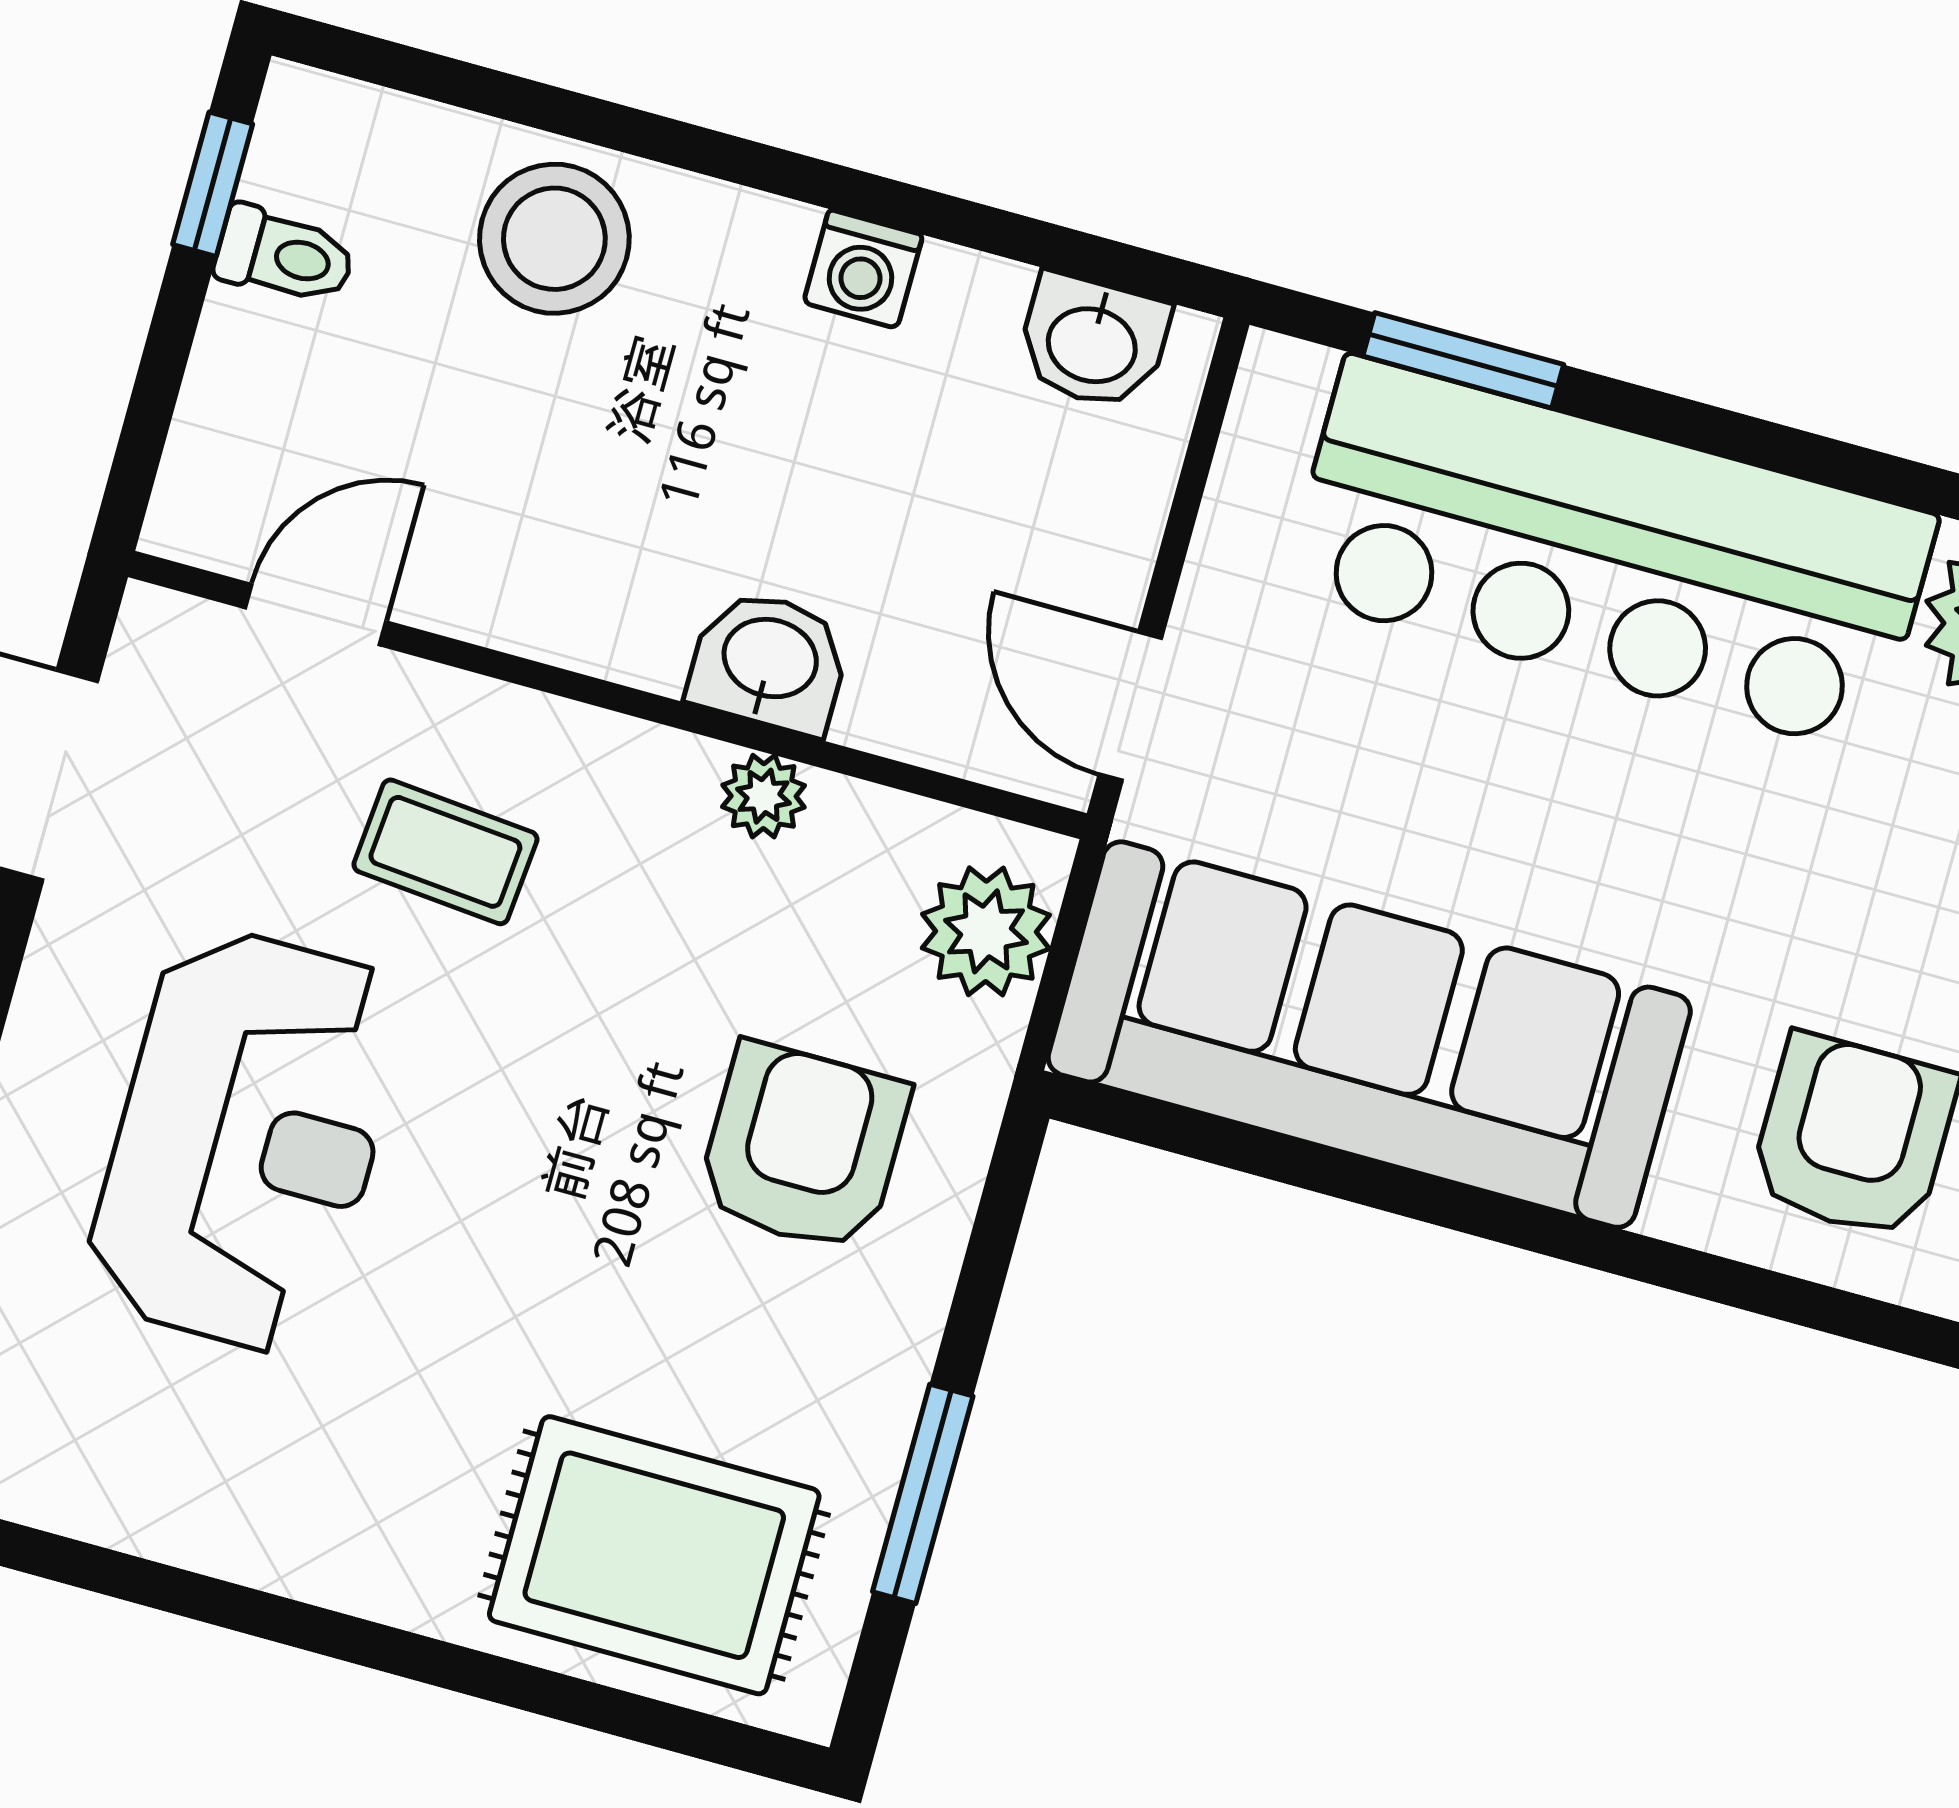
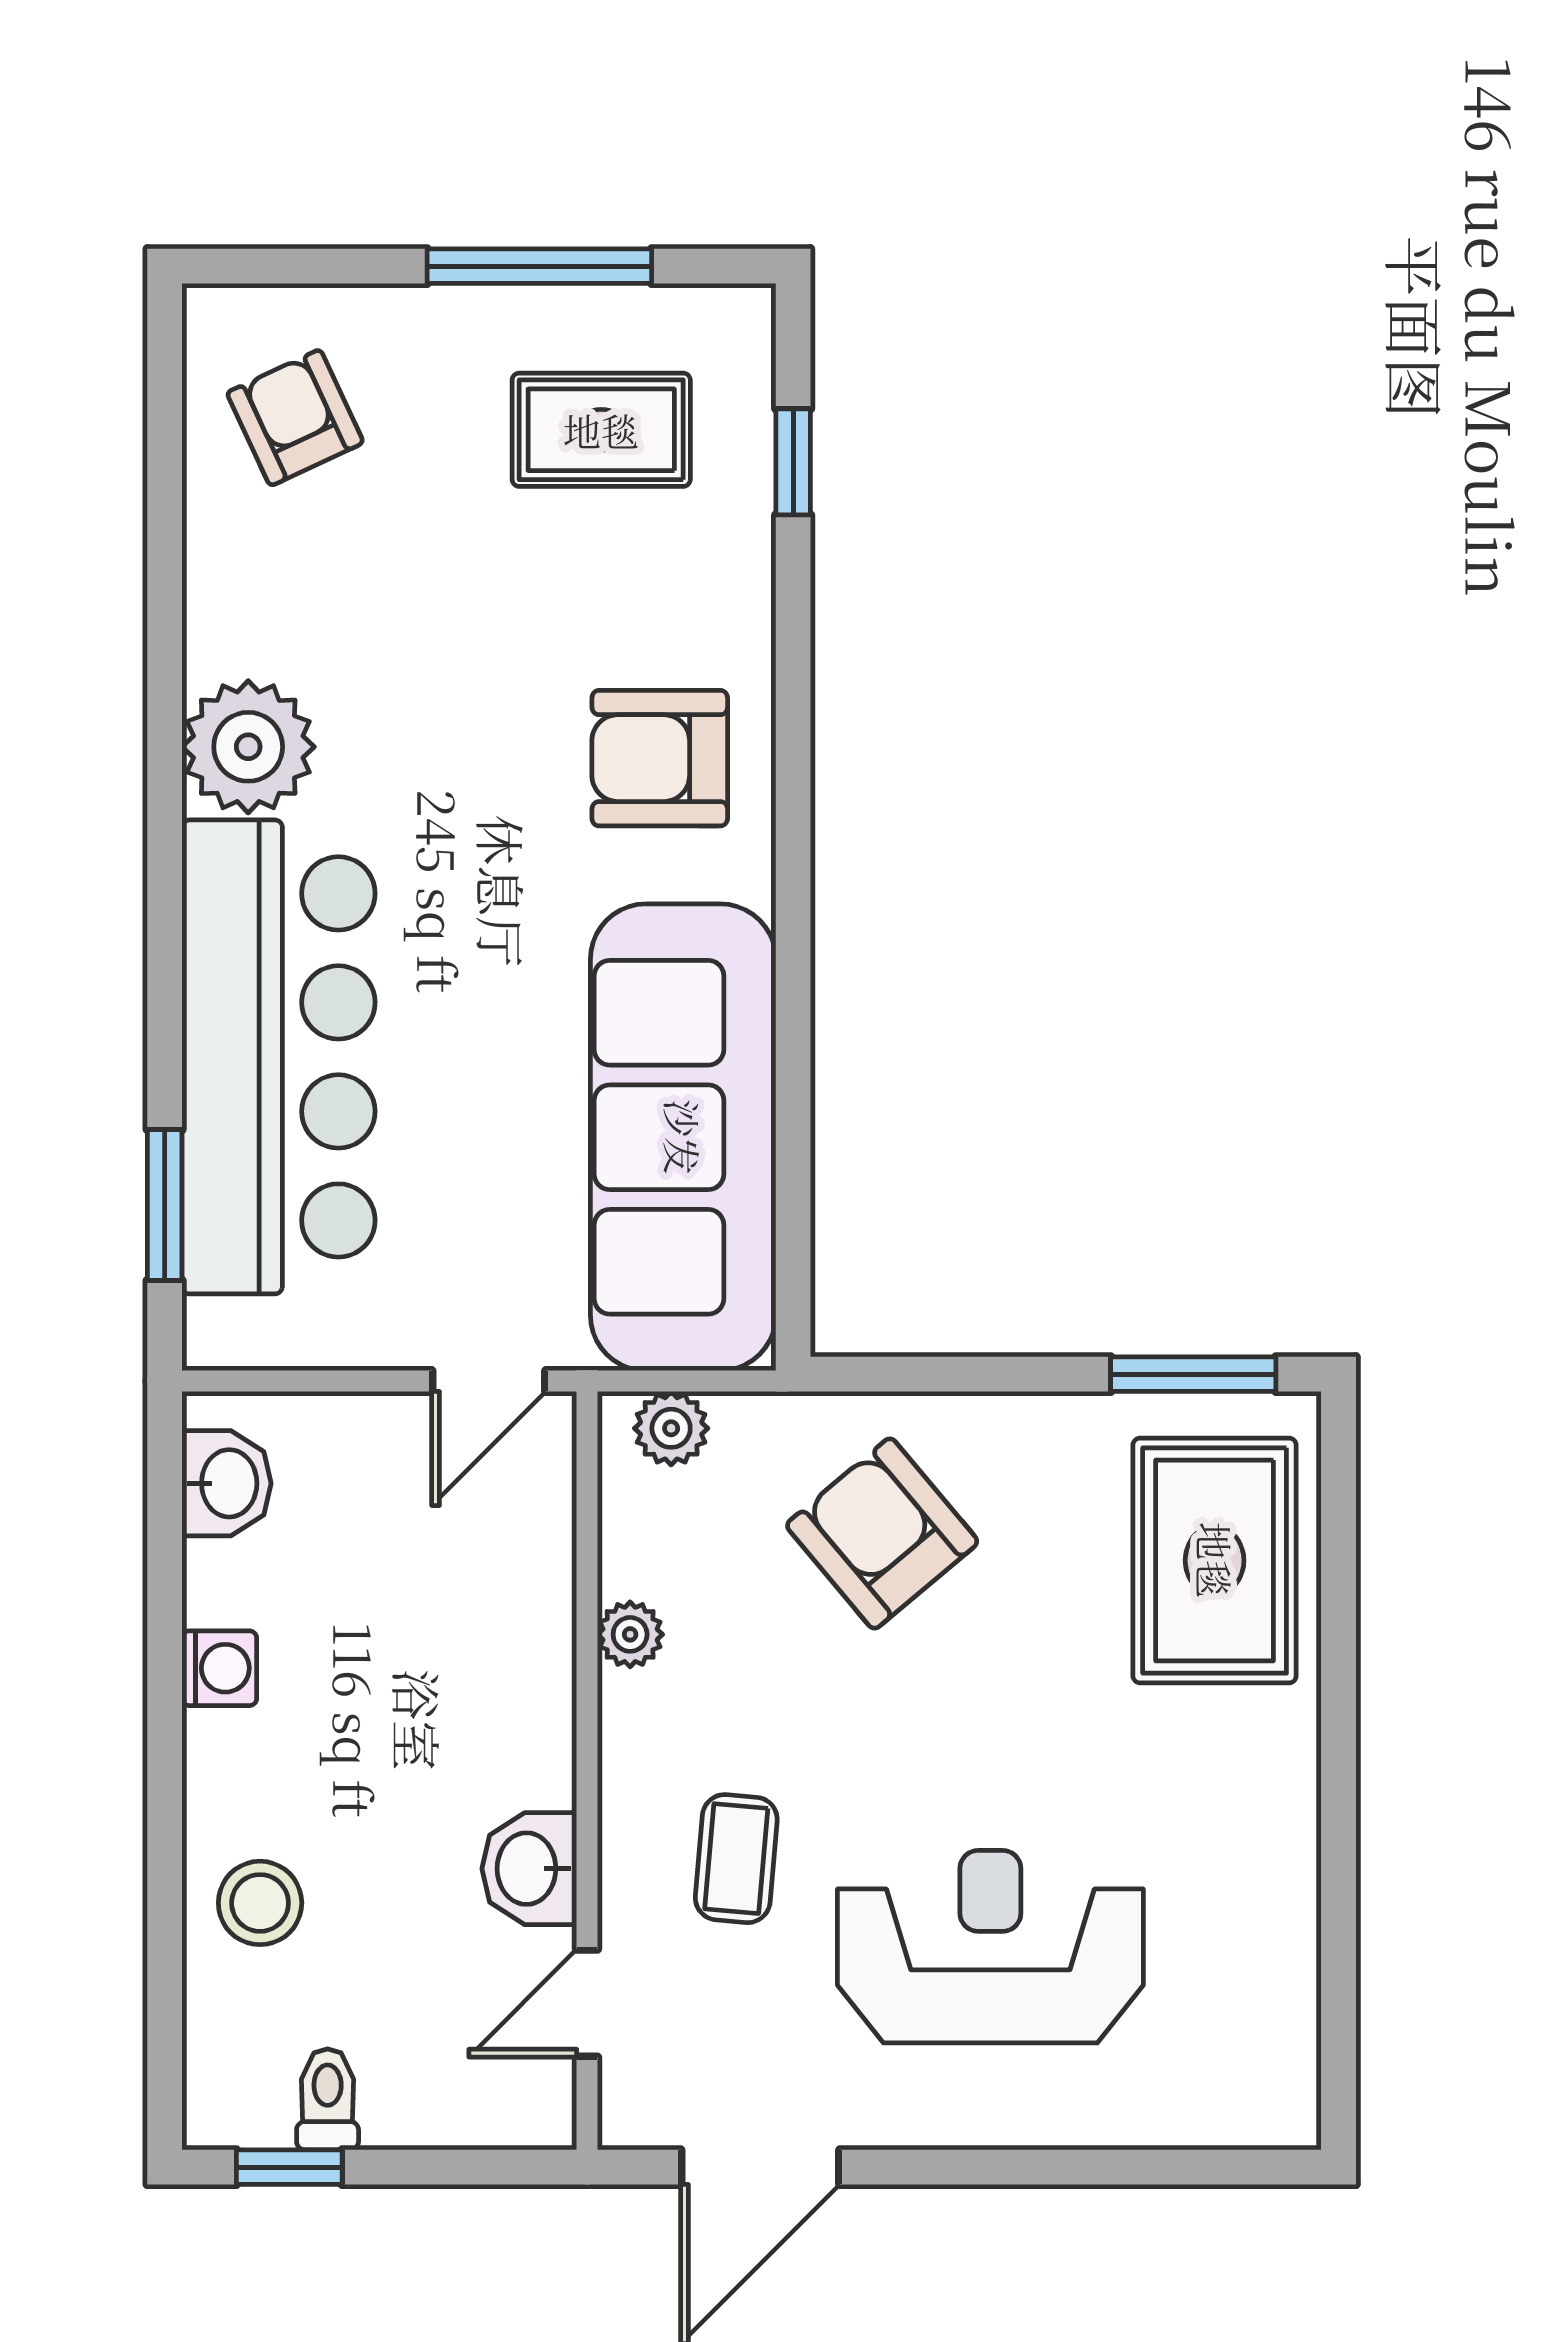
stool: (554, 239) -> (260, 1903), width x0.73, depth x0.73
door: (316, 615) -> (587, 2003), hinge flipped
washbasin: (769, 662) -> (529, 1869), moved
plant: (986, 931) -> (671, 1428), width x0.73, depth x0.73
armchair: (803, 1147) -> (882, 1533), turned 50
window: (923, 1494) -> (1193, 1374), moved

